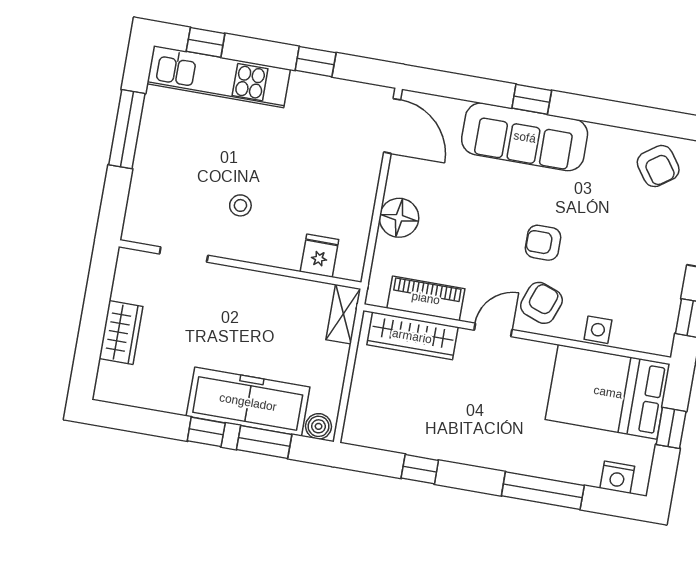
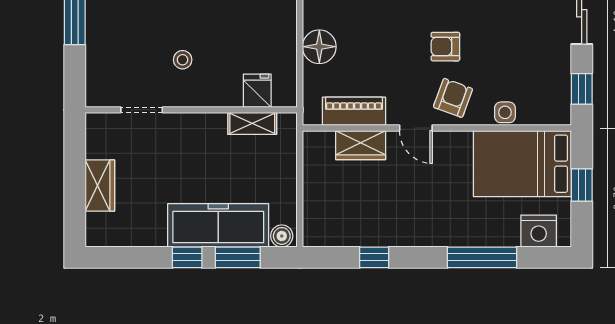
shelving: (343, 314) -> (252, 123), moved, turned 90
door: (493, 330) -> (416, 128), swing flipped
wardrobe: (412, 336) -> (361, 145), width x0.67
nightstand: (617, 477) -> (539, 231), width x1.36, depth x1.33

